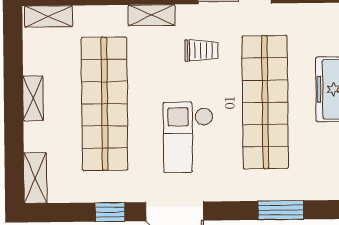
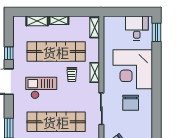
trolley: (201, 50) -> (72, 74), moved
shelving: (35, 178) -> (37, 21), moved

